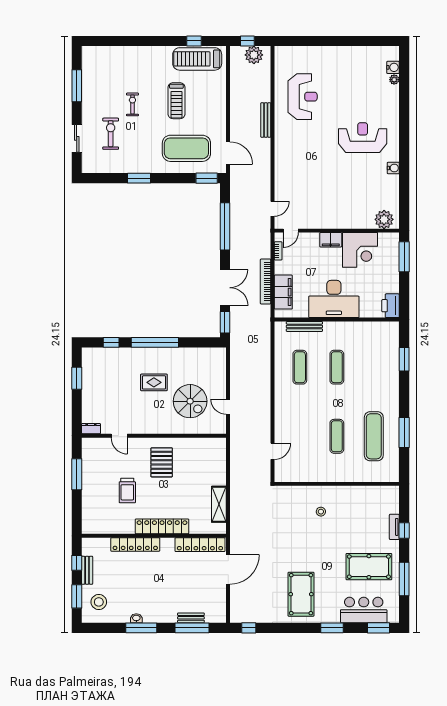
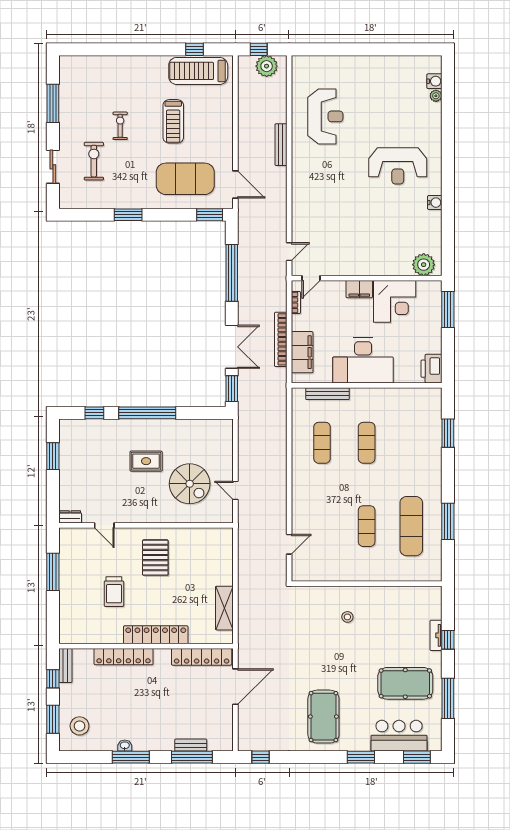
reception desk: (363, 138) -> (398, 166), turned 180
bench: (87, 570) -> (65, 665), moved

